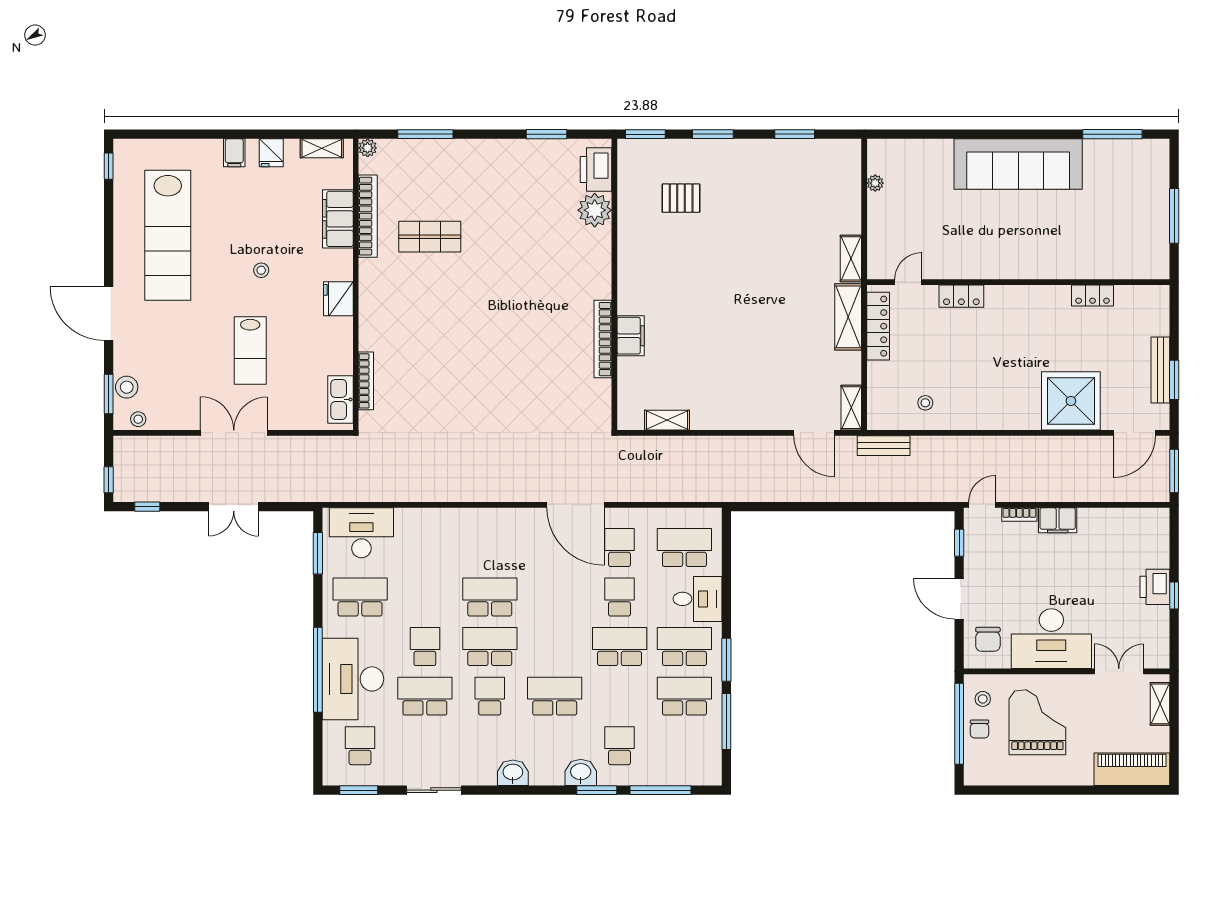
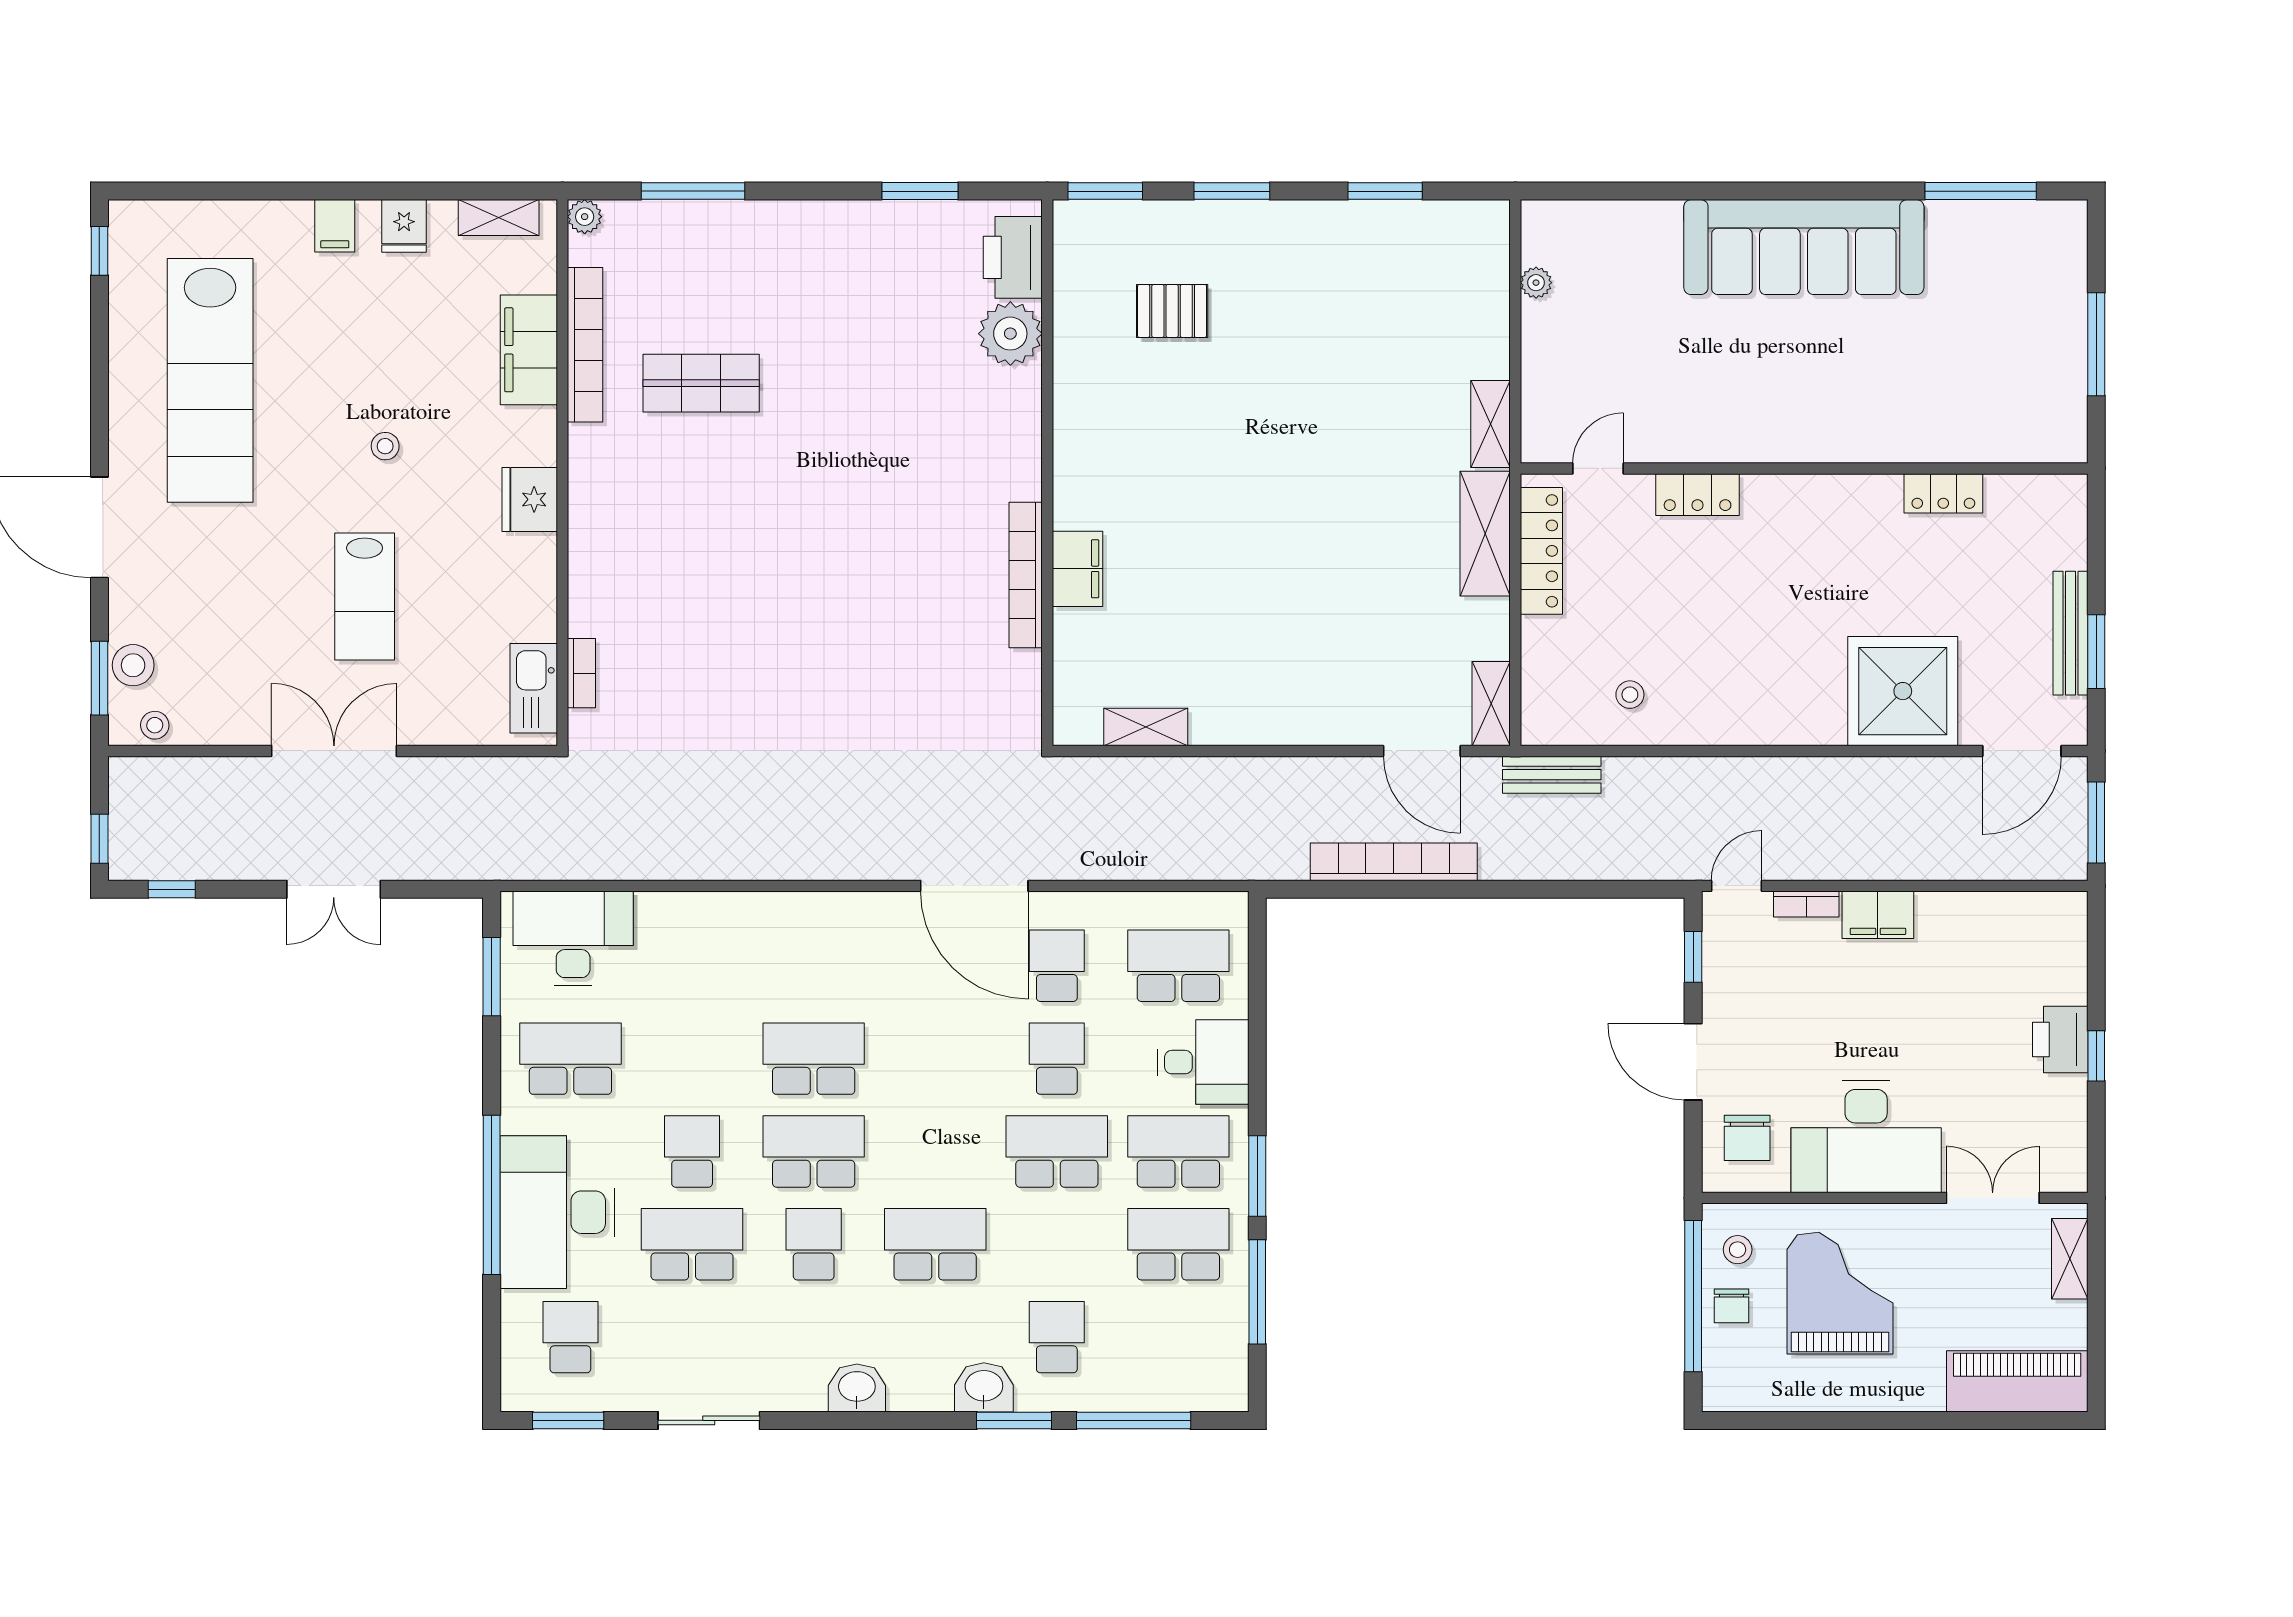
bookcase: (366, 381) -> (581, 673), width x0.64
bookcase: (799, 492) -> (1394, 862), added

